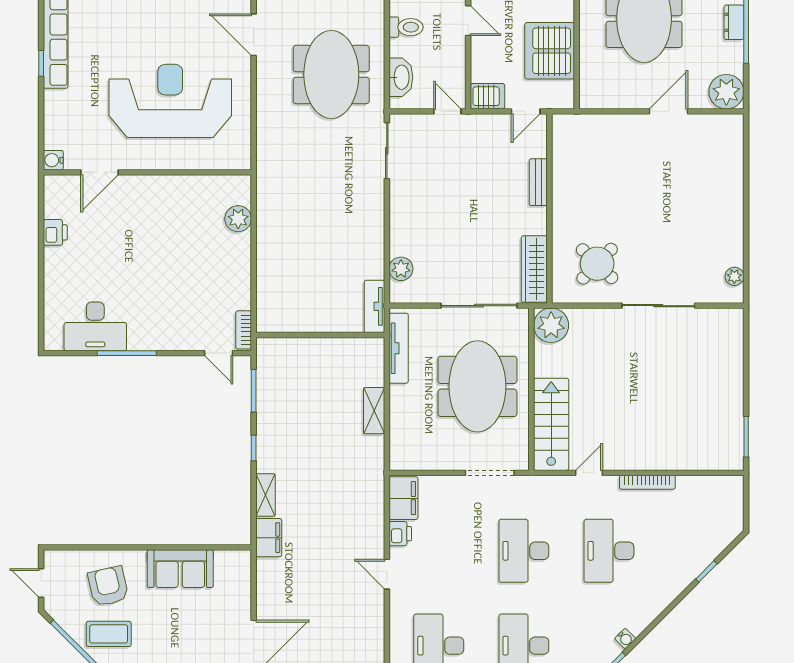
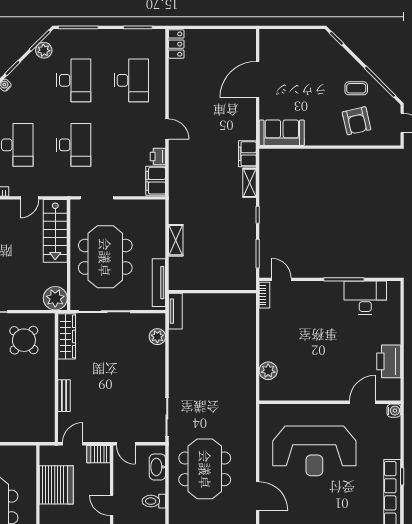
printer: (55, 232) -> (389, 361), width x1.87, depth x1.48
sofa: (180, 569) -> (282, 133), moved
coffee table: (109, 634) -> (356, 88), width x0.73, depth x0.77

